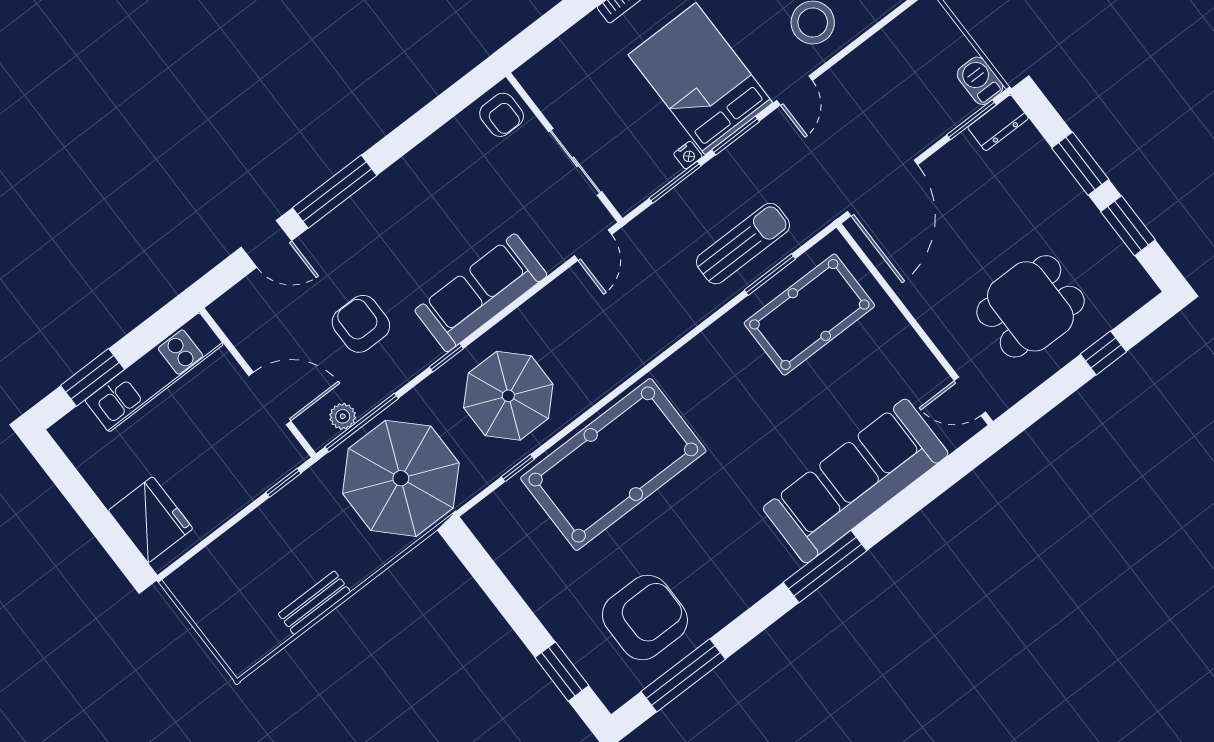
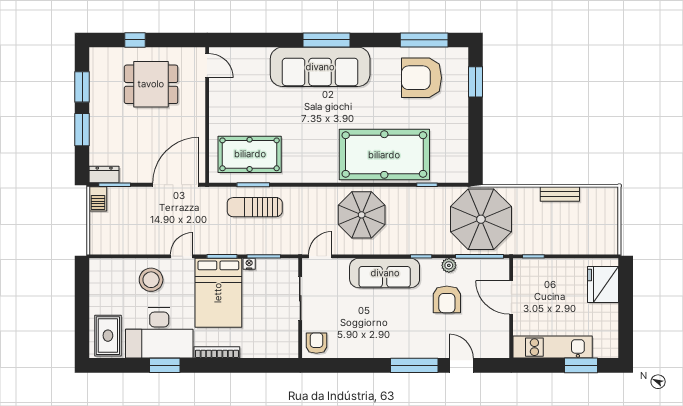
parasol: (508, 396) -> (362, 215), moved
plant: (343, 416) -> (449, 265), moved
sofa: (856, 481) -> (320, 67), moved

